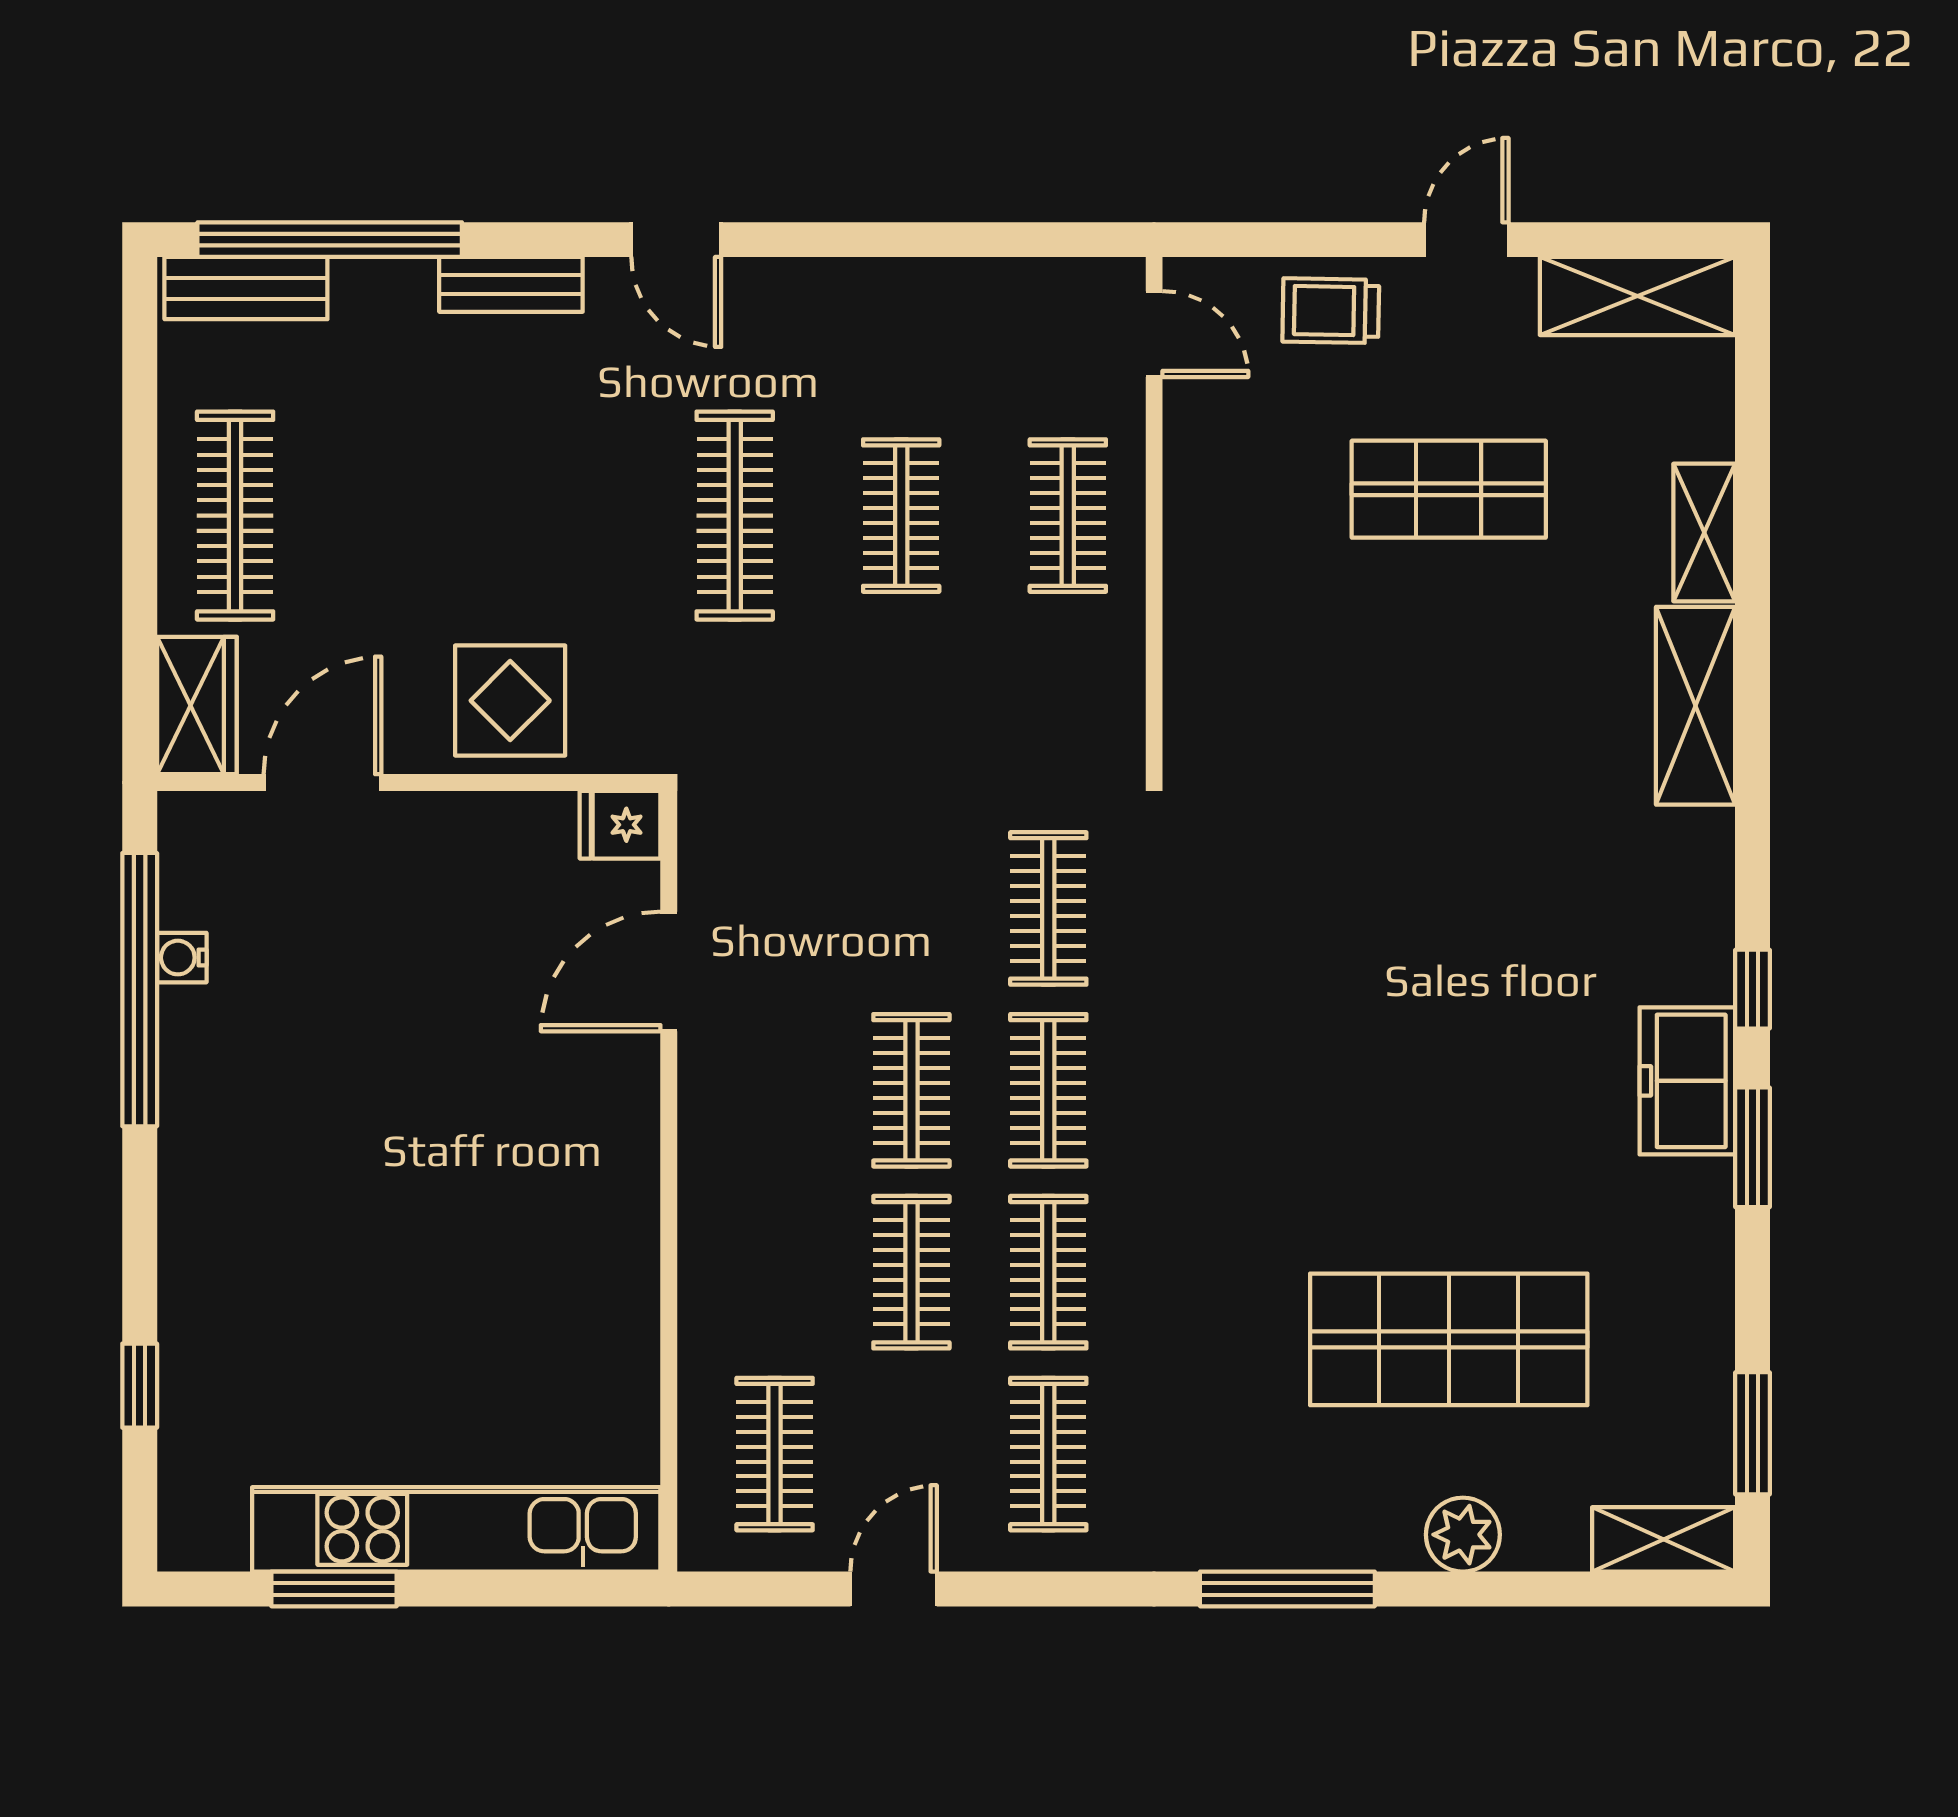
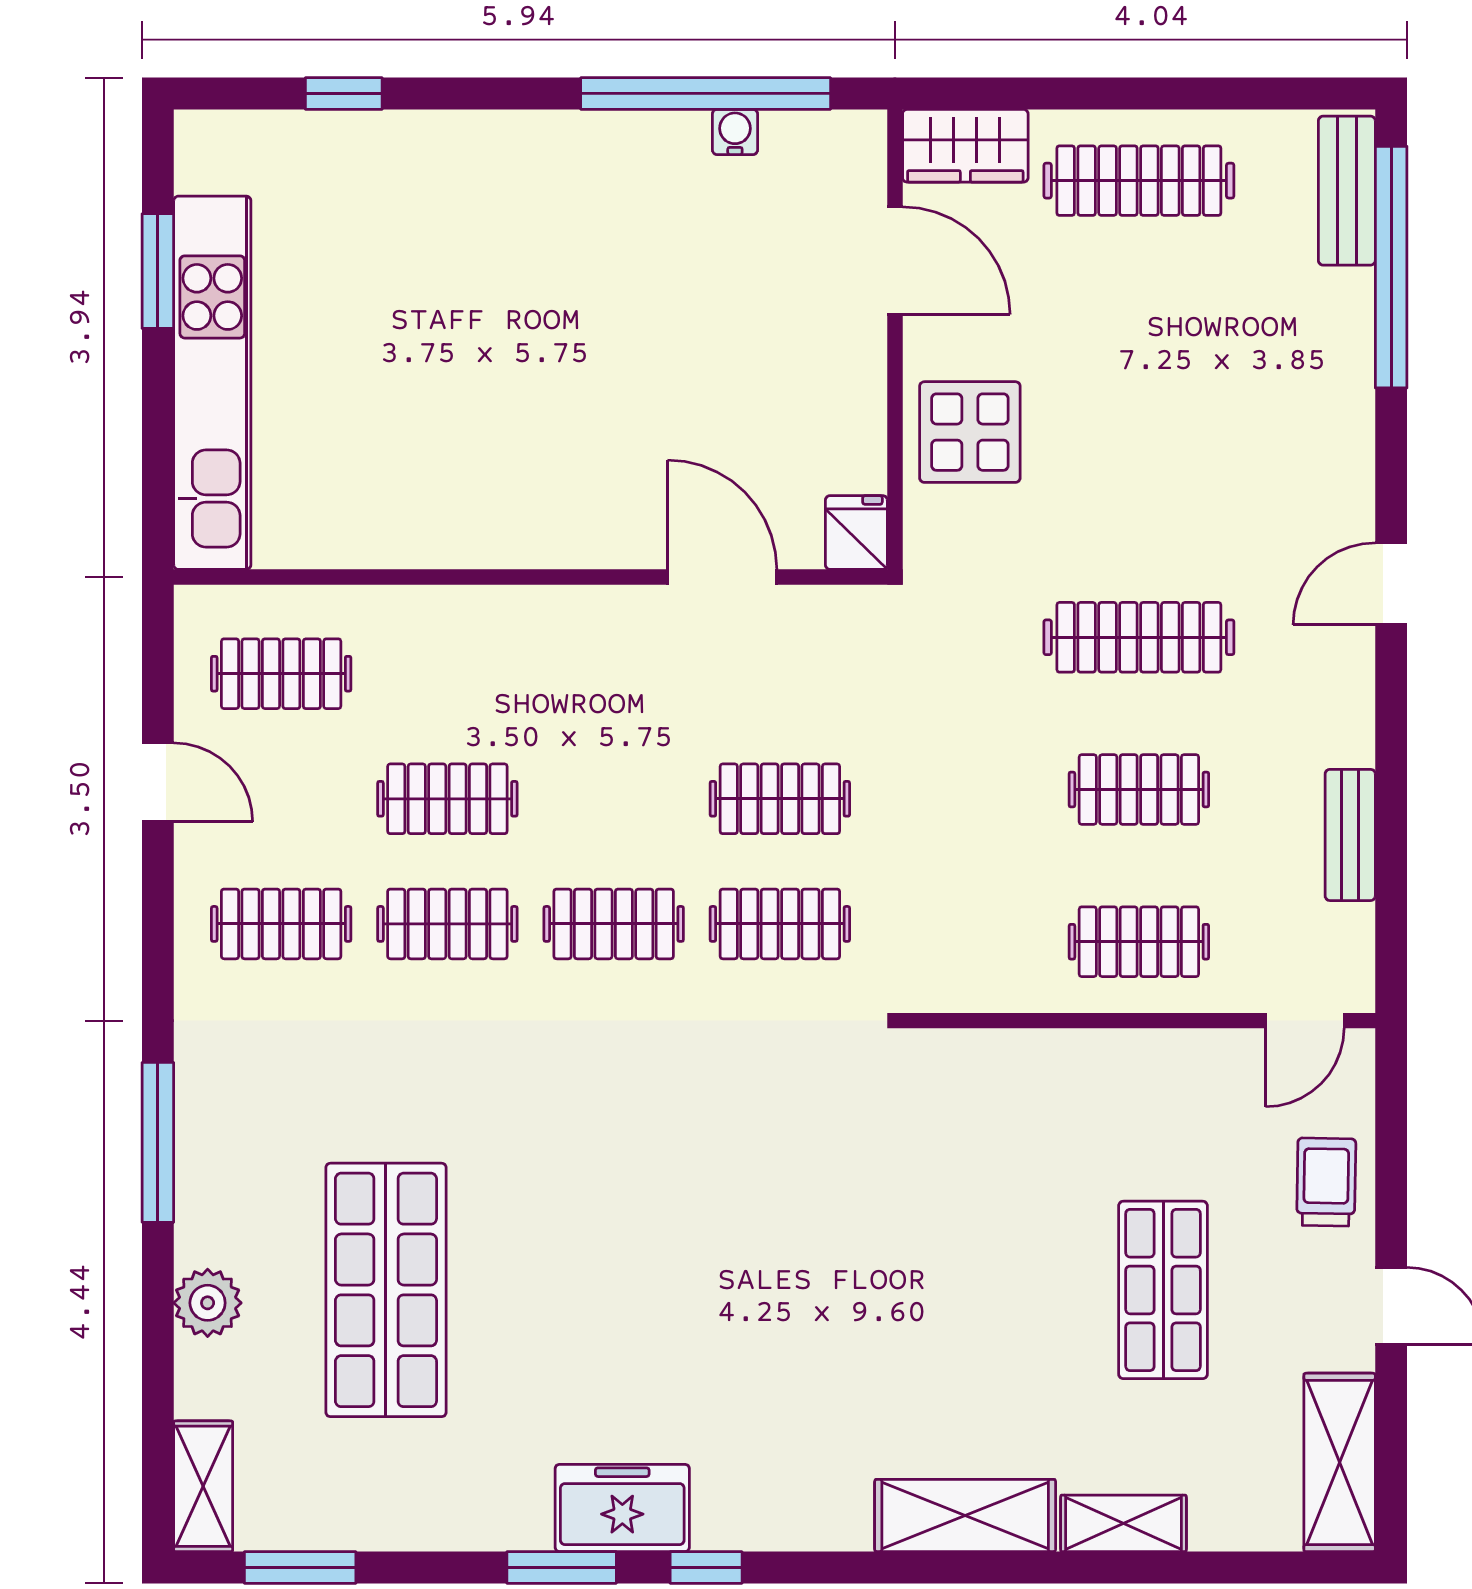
bench: (511, 284) -> (1350, 835), moved
clothes rail: (911, 1090) -> (780, 799), moved

